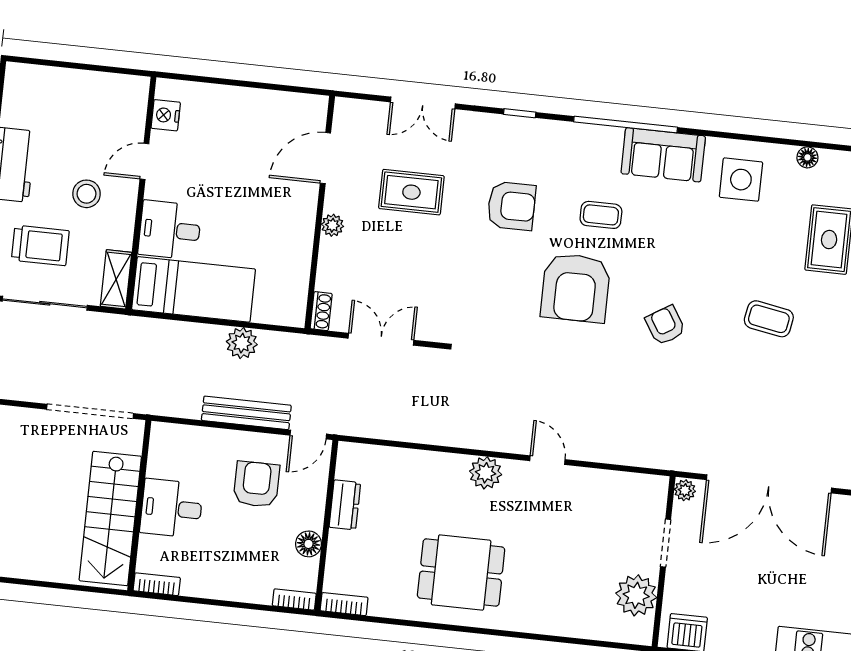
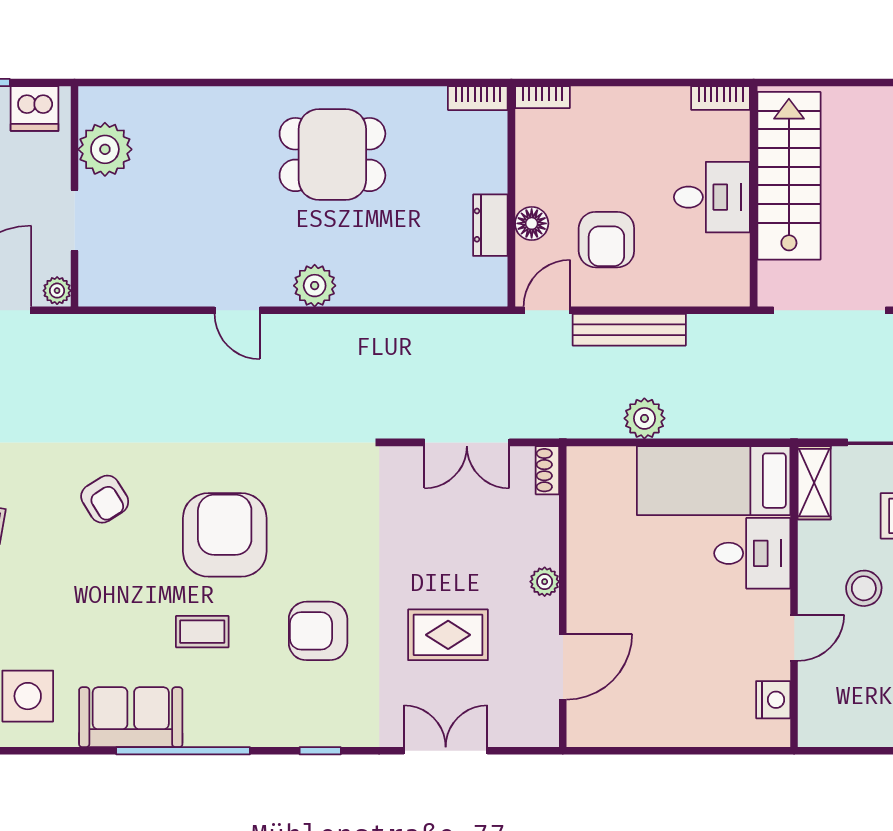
floor lamp: (309, 544) -> (532, 223), moved

